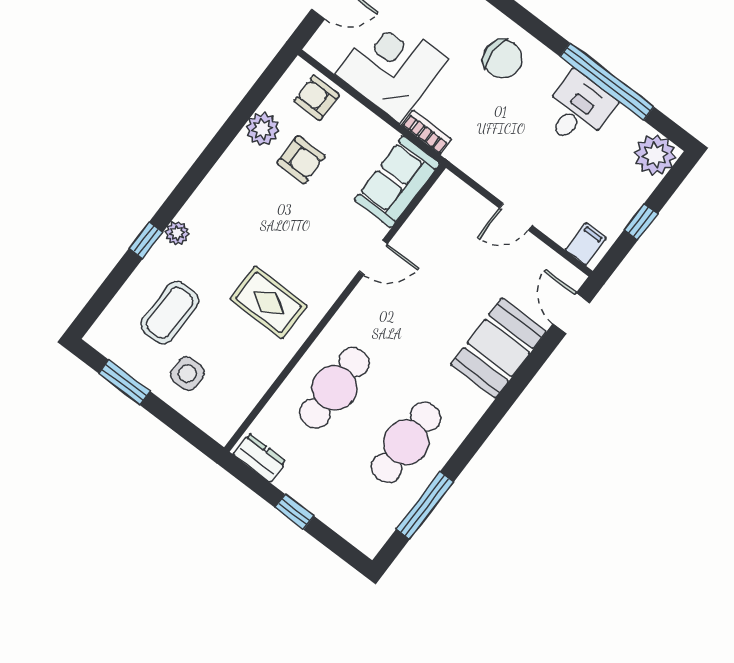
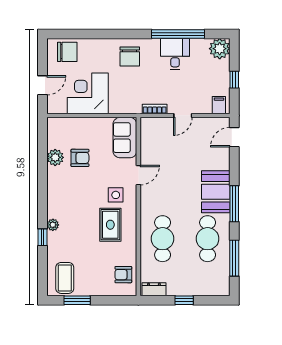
chair: (503, 59) -> (130, 57), turned 90
armchair: (317, 98) -> (123, 275), moved
bookcase: (426, 132) -> (155, 109), moved
rug: (269, 302) -> (110, 225), turned 90
coffee table: (170, 313) -> (65, 278), moved
door: (571, 313) -> (234, 137), hinge flipped
booth: (499, 348) -> (216, 192), moved
side table: (187, 374) -> (116, 195), moved
window: (491, 419) -> (234, 204), added

